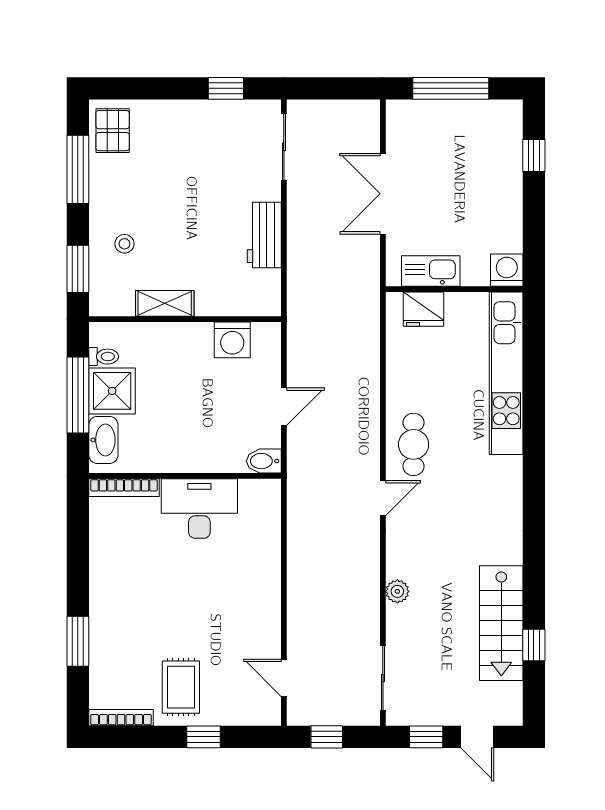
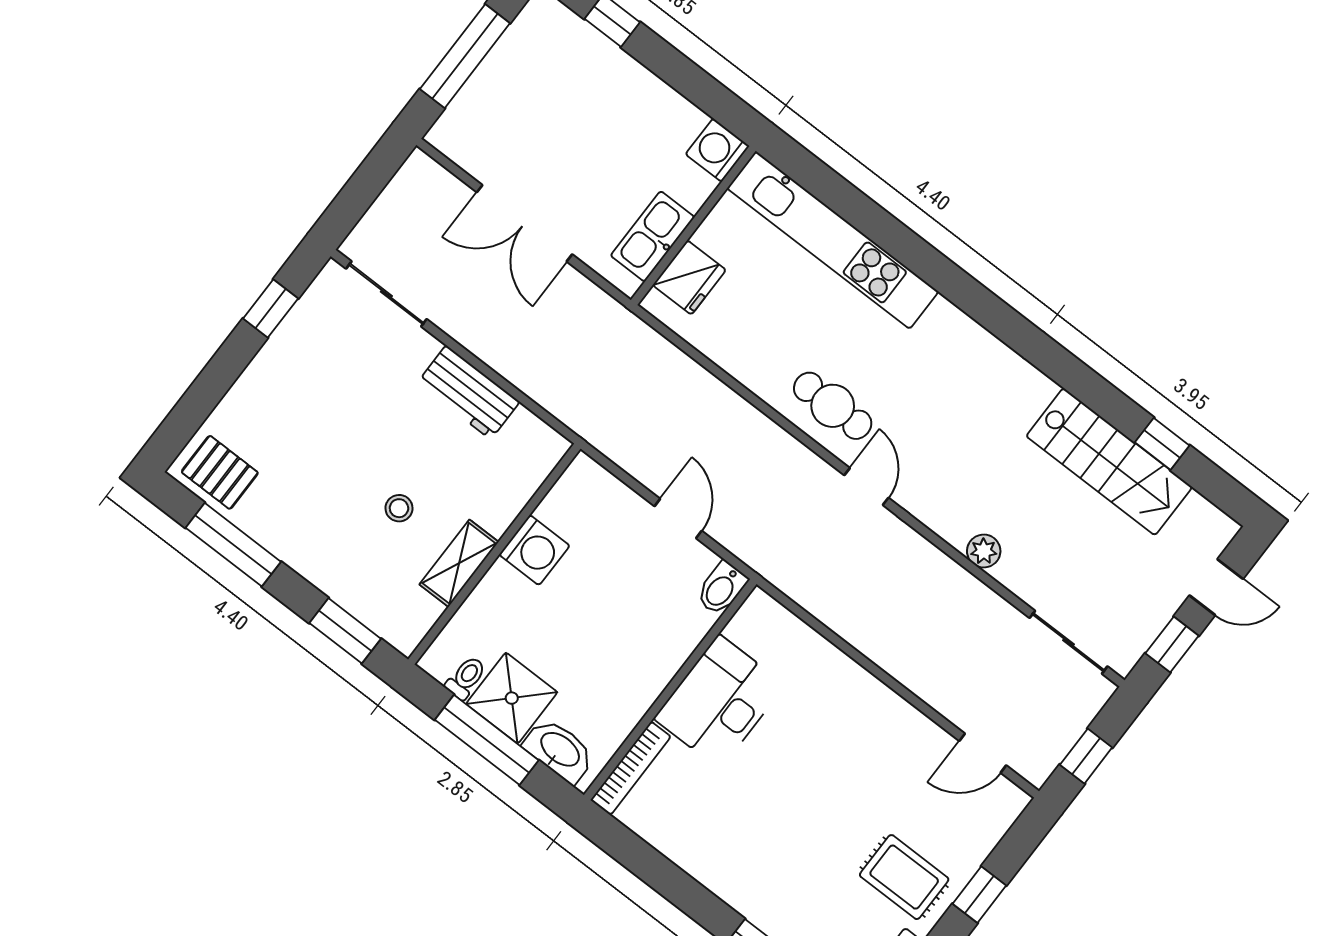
stool: (124, 244) -> (399, 508), moved
washing machine: (232, 340) -> (534, 550), moved

